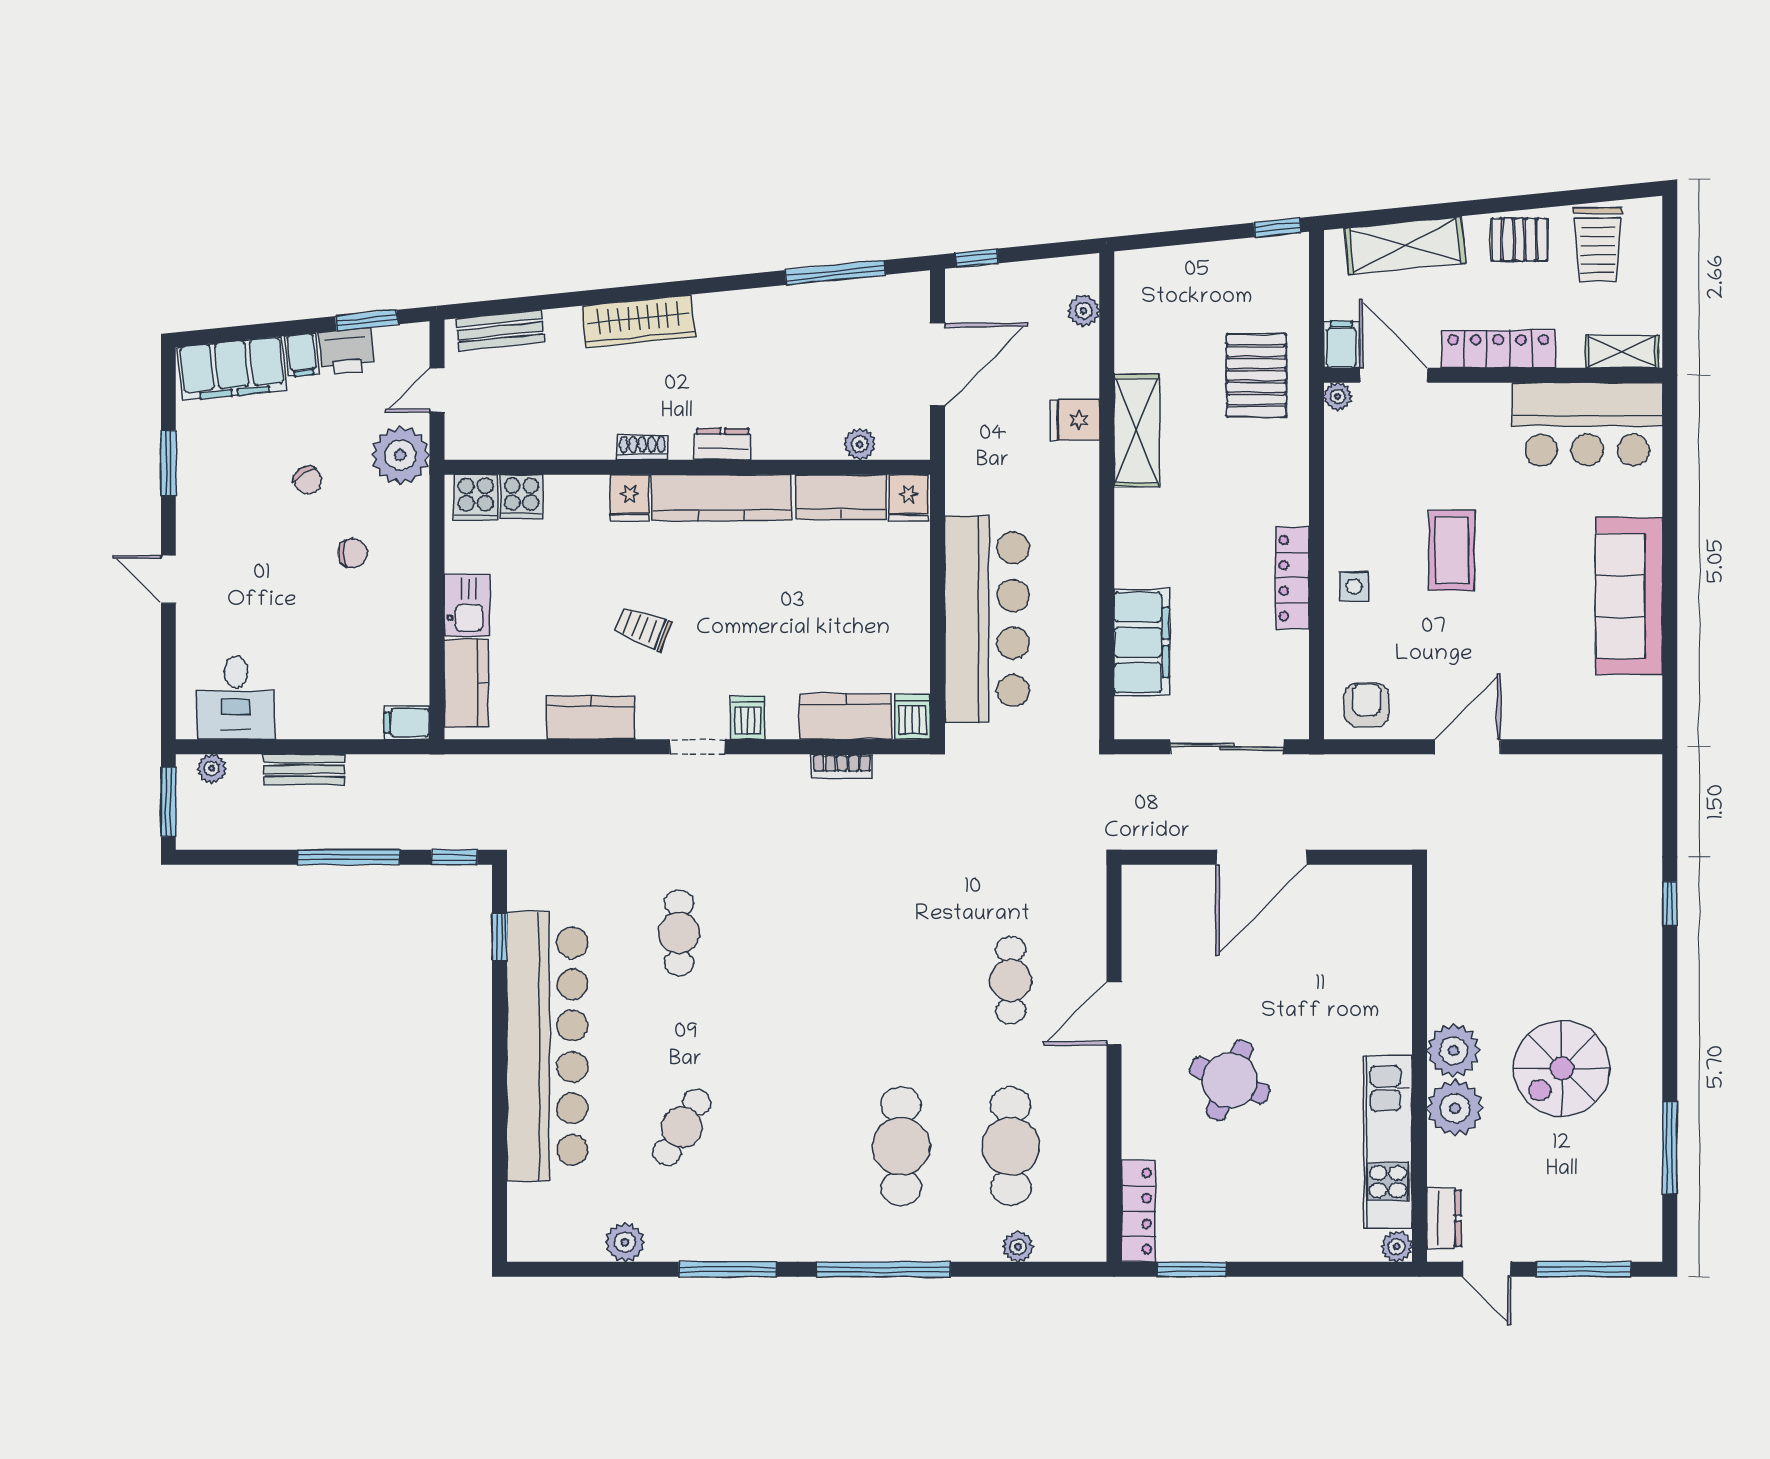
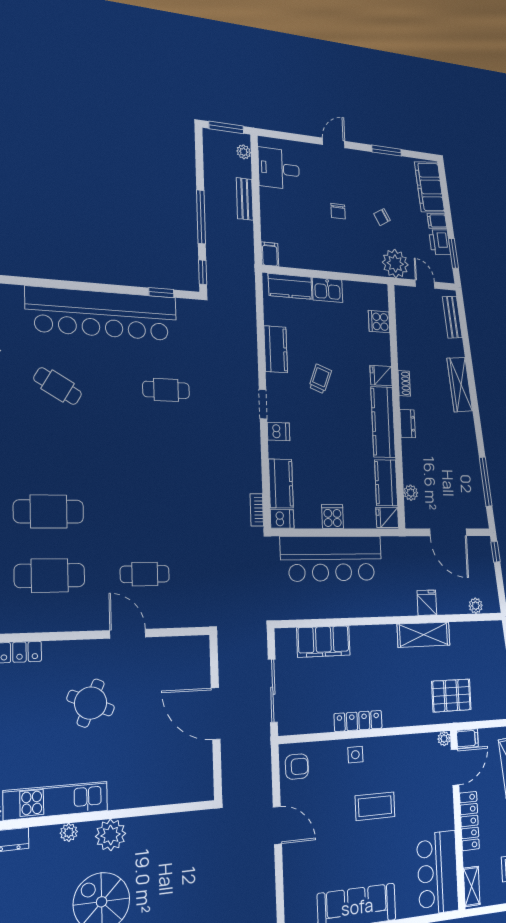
cooker: (476, 497) -> (333, 516), moved, turned 90
chair: (352, 553) -> (338, 211), moved
bookcase: (842, 766) -> (257, 510), moved
plant: (1455, 1108) -> (69, 832), width x0.53, depth x0.53

